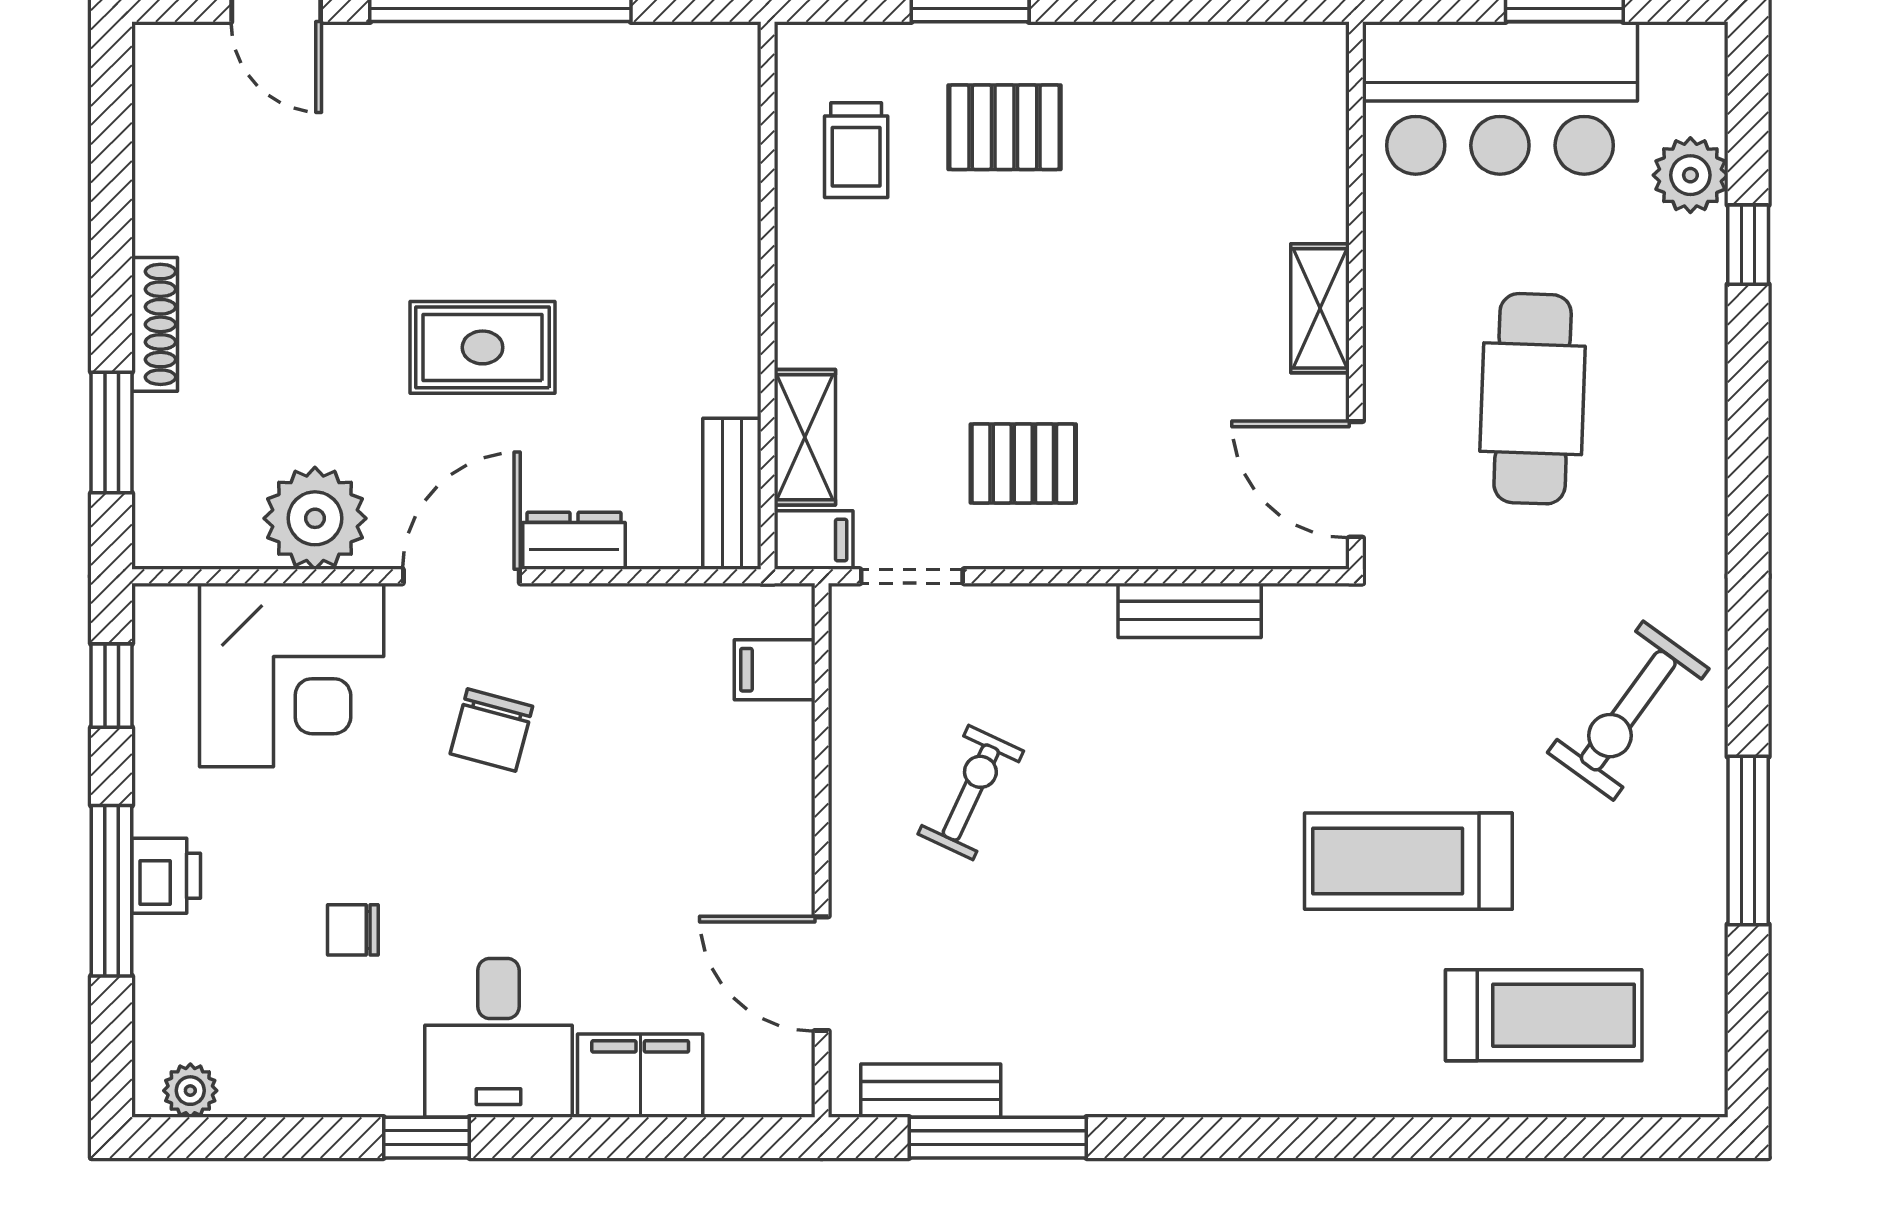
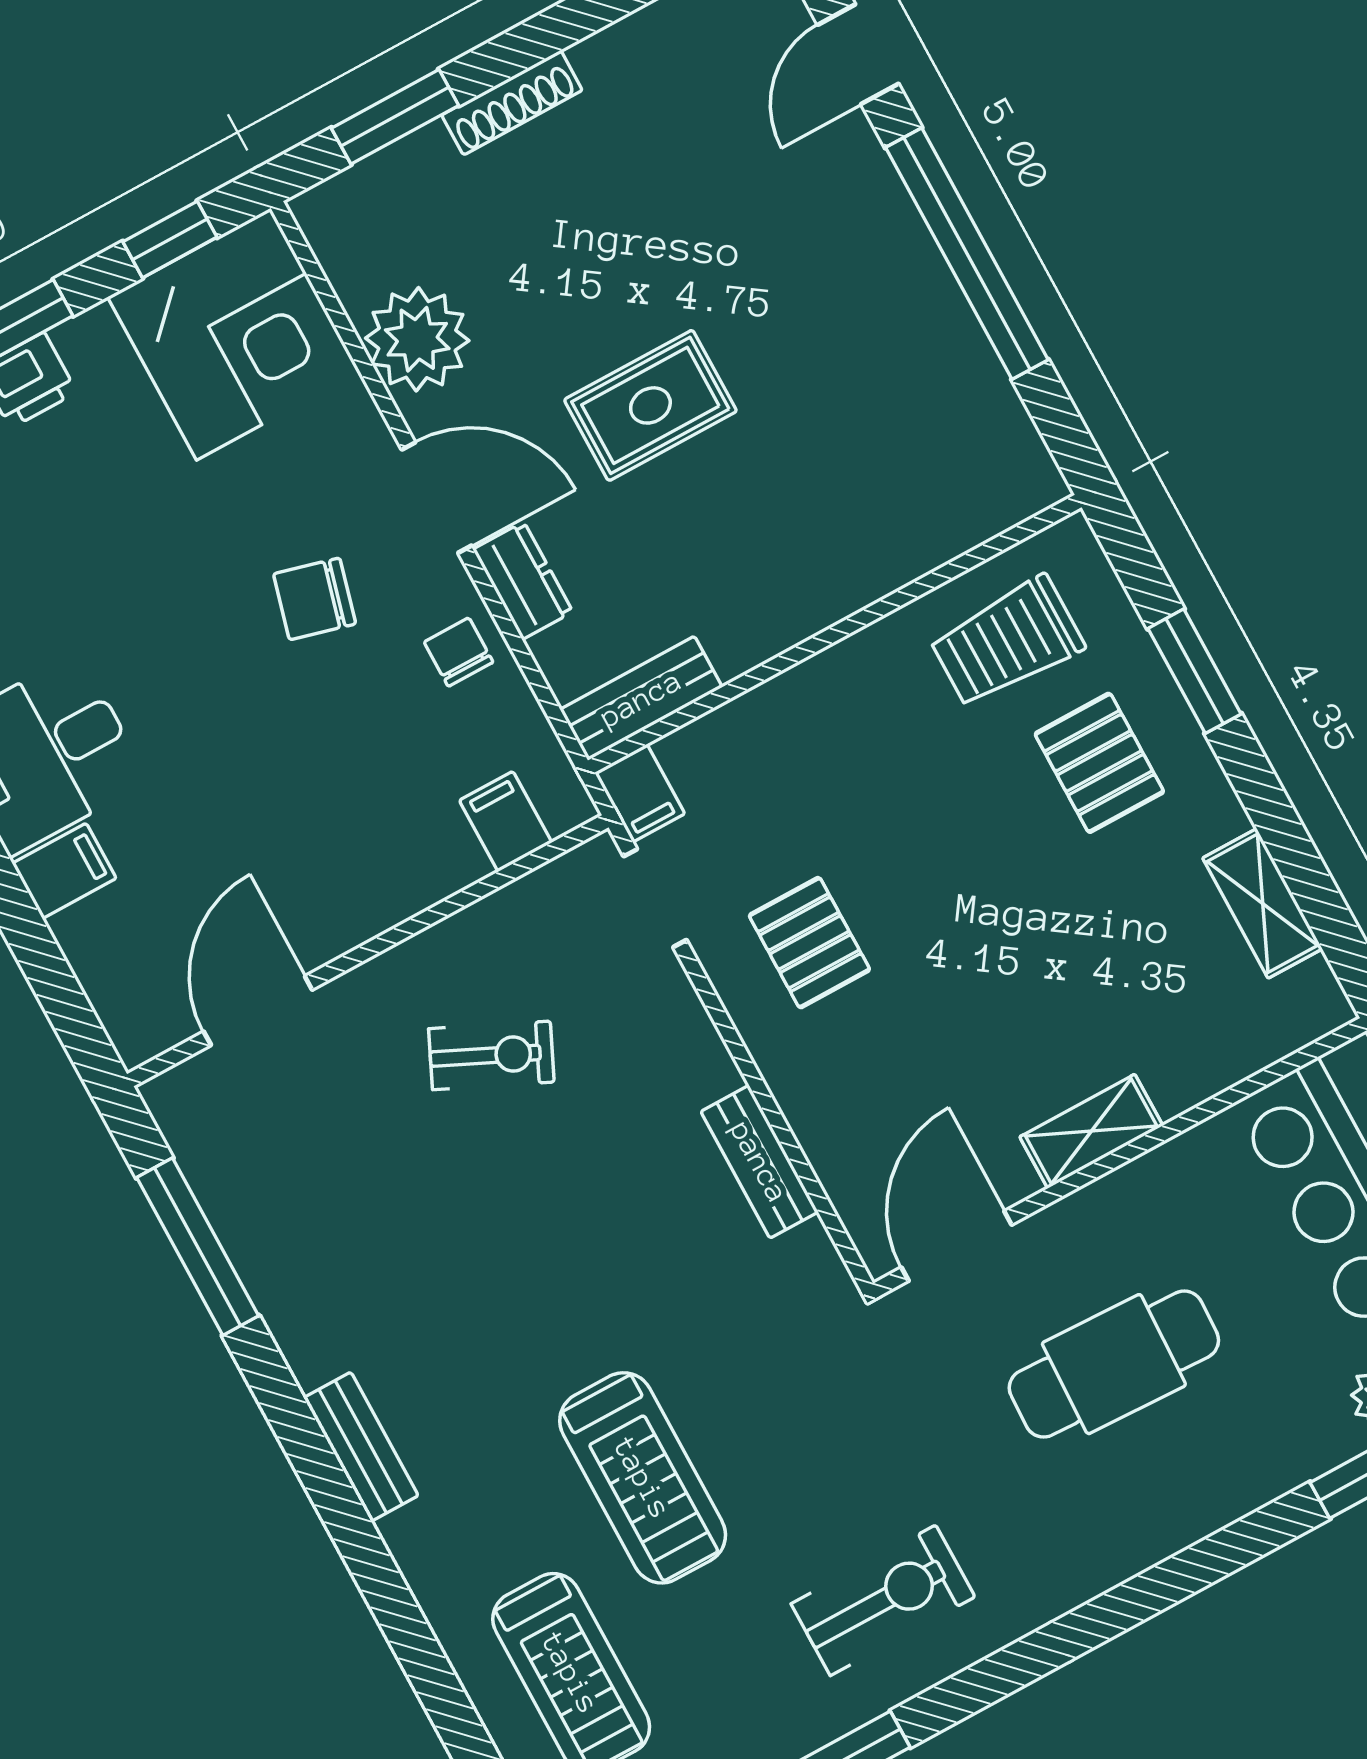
trolley: (856, 150) -> (1007, 642), width x1.36, depth x1.39
rug: (483, 347) -> (650, 405), turned 90
shelving: (805, 437) -> (1263, 903), moved, turned 90
corner desk: (292, 675) -> (234, 334), moved, turned -90
exercise bike: (1628, 711) -> (883, 1600), turned 144
treadmill: (1408, 861) -> (643, 1478), turned 180
chair: (353, 930) -> (459, 652), moved
filing cabinet: (640, 1076) -> (64, 871), width x0.50
bench: (931, 1091) -> (361, 1447), moved

